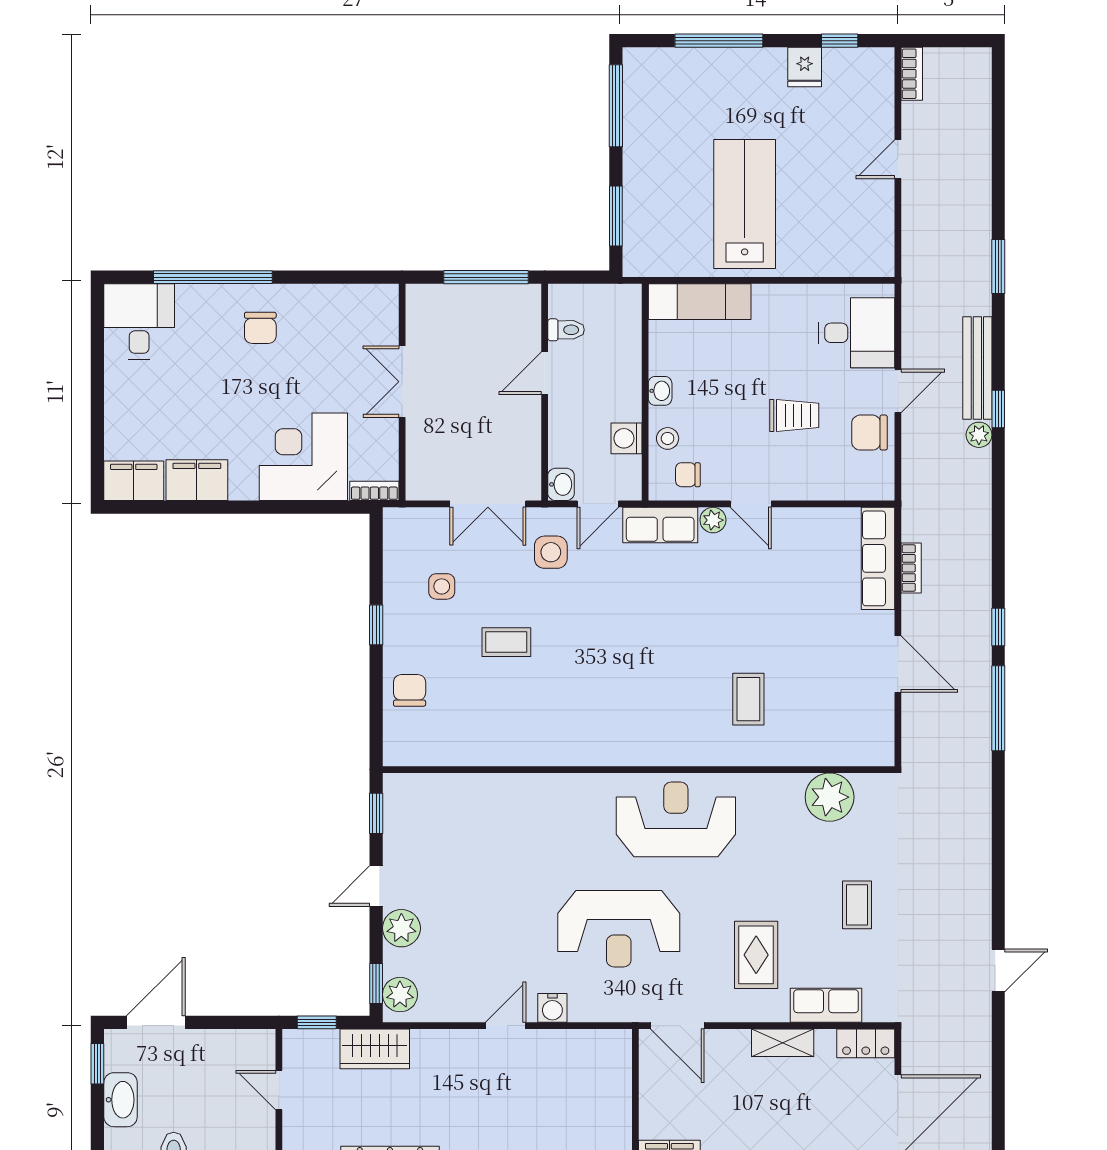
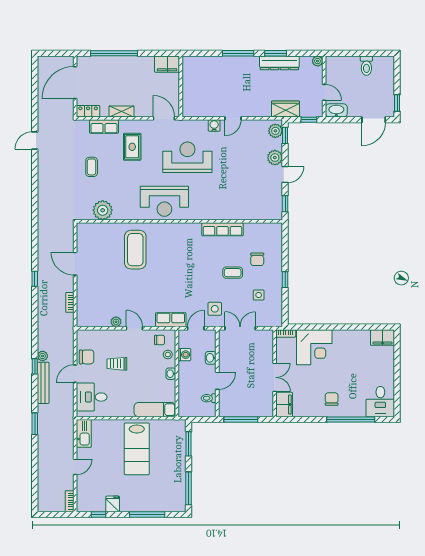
kitchen sink: (876, 242) -> (84, 433), added
filing cabinet: (197, 480) -> (284, 404), moved, turned -90
washbasin: (561, 484) -> (211, 358), moved
plant: (713, 520) -> (116, 322), moved
row of seats: (878, 558) -> (222, 229), moved, turned 90
chair: (410, 690) -> (257, 259), moved
coffee table: (748, 699) -> (135, 250), width x1.86, depth x1.72
window: (998, 708) -> (35, 246), removed
washbasin: (121, 1100) -> (336, 110), moved, turned 90

